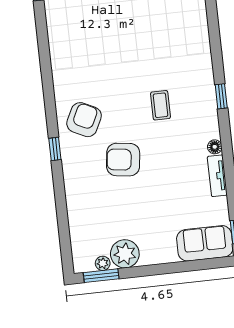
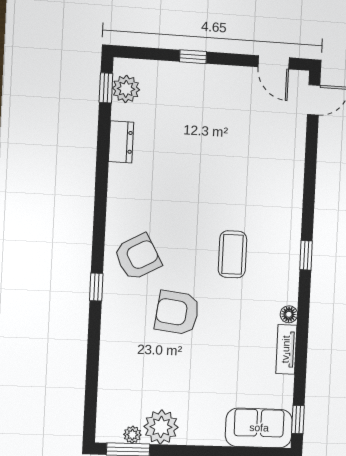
dresser: (56, 29) -> (121, 142), added
coffee table: (160, 105) -> (232, 254), width x1.36, depth x1.30
armchair: (84, 120) -> (138, 257), turned 35

